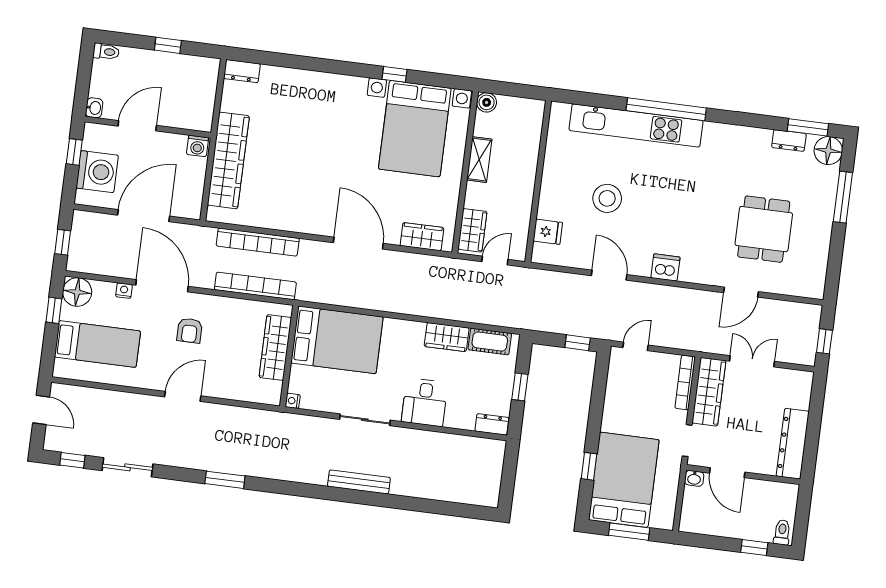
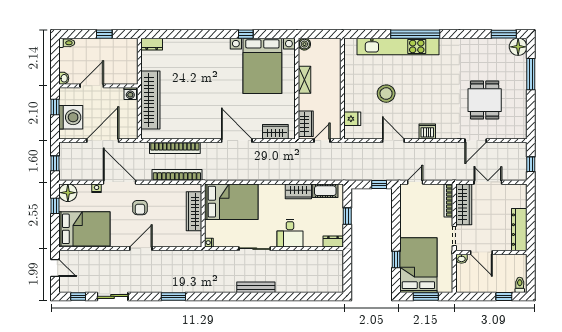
dresser: (789, 141) -> (493, 44), removed
bed: (97, 344) -> (84, 229), width x1.50

